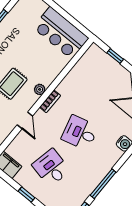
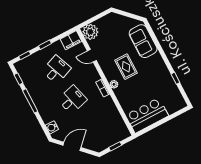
door: (25, 120) -> (92, 56), moved
desk: (51, 168) -> (56, 70), turned -33

